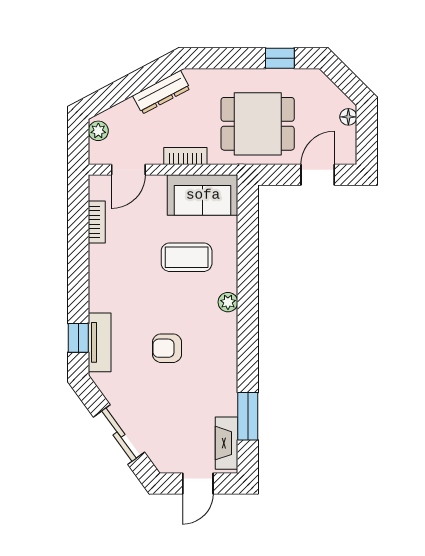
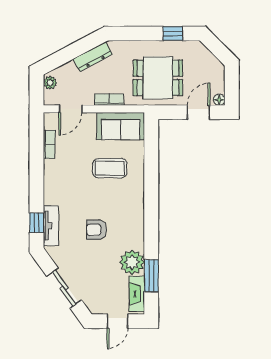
floor lamp: (348, 117) -> (219, 100), moved
plant: (228, 302) -> (132, 262), moved, width x1.88, depth x1.88

